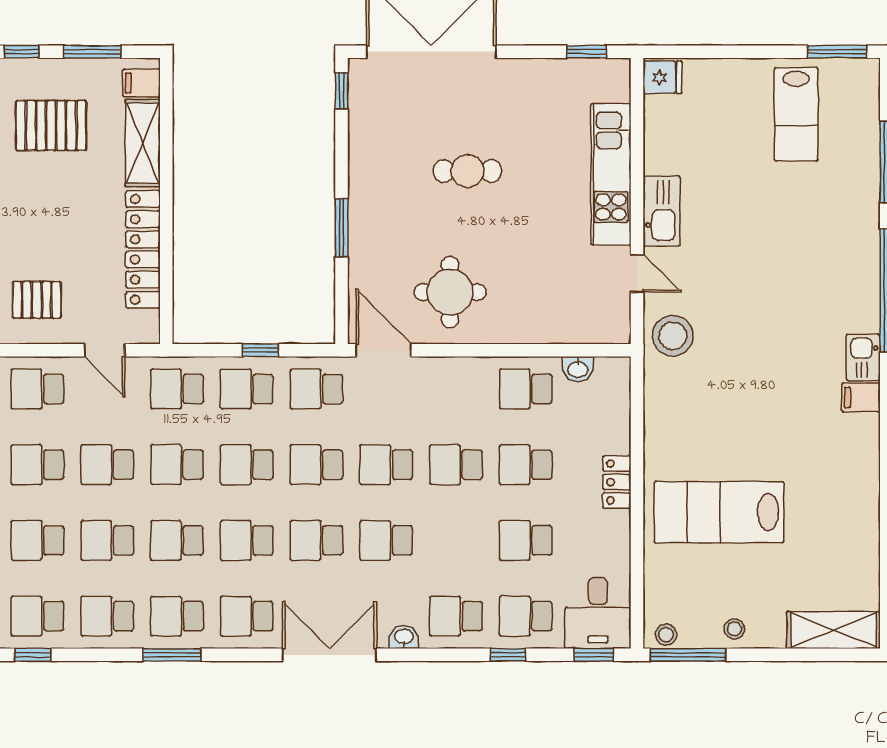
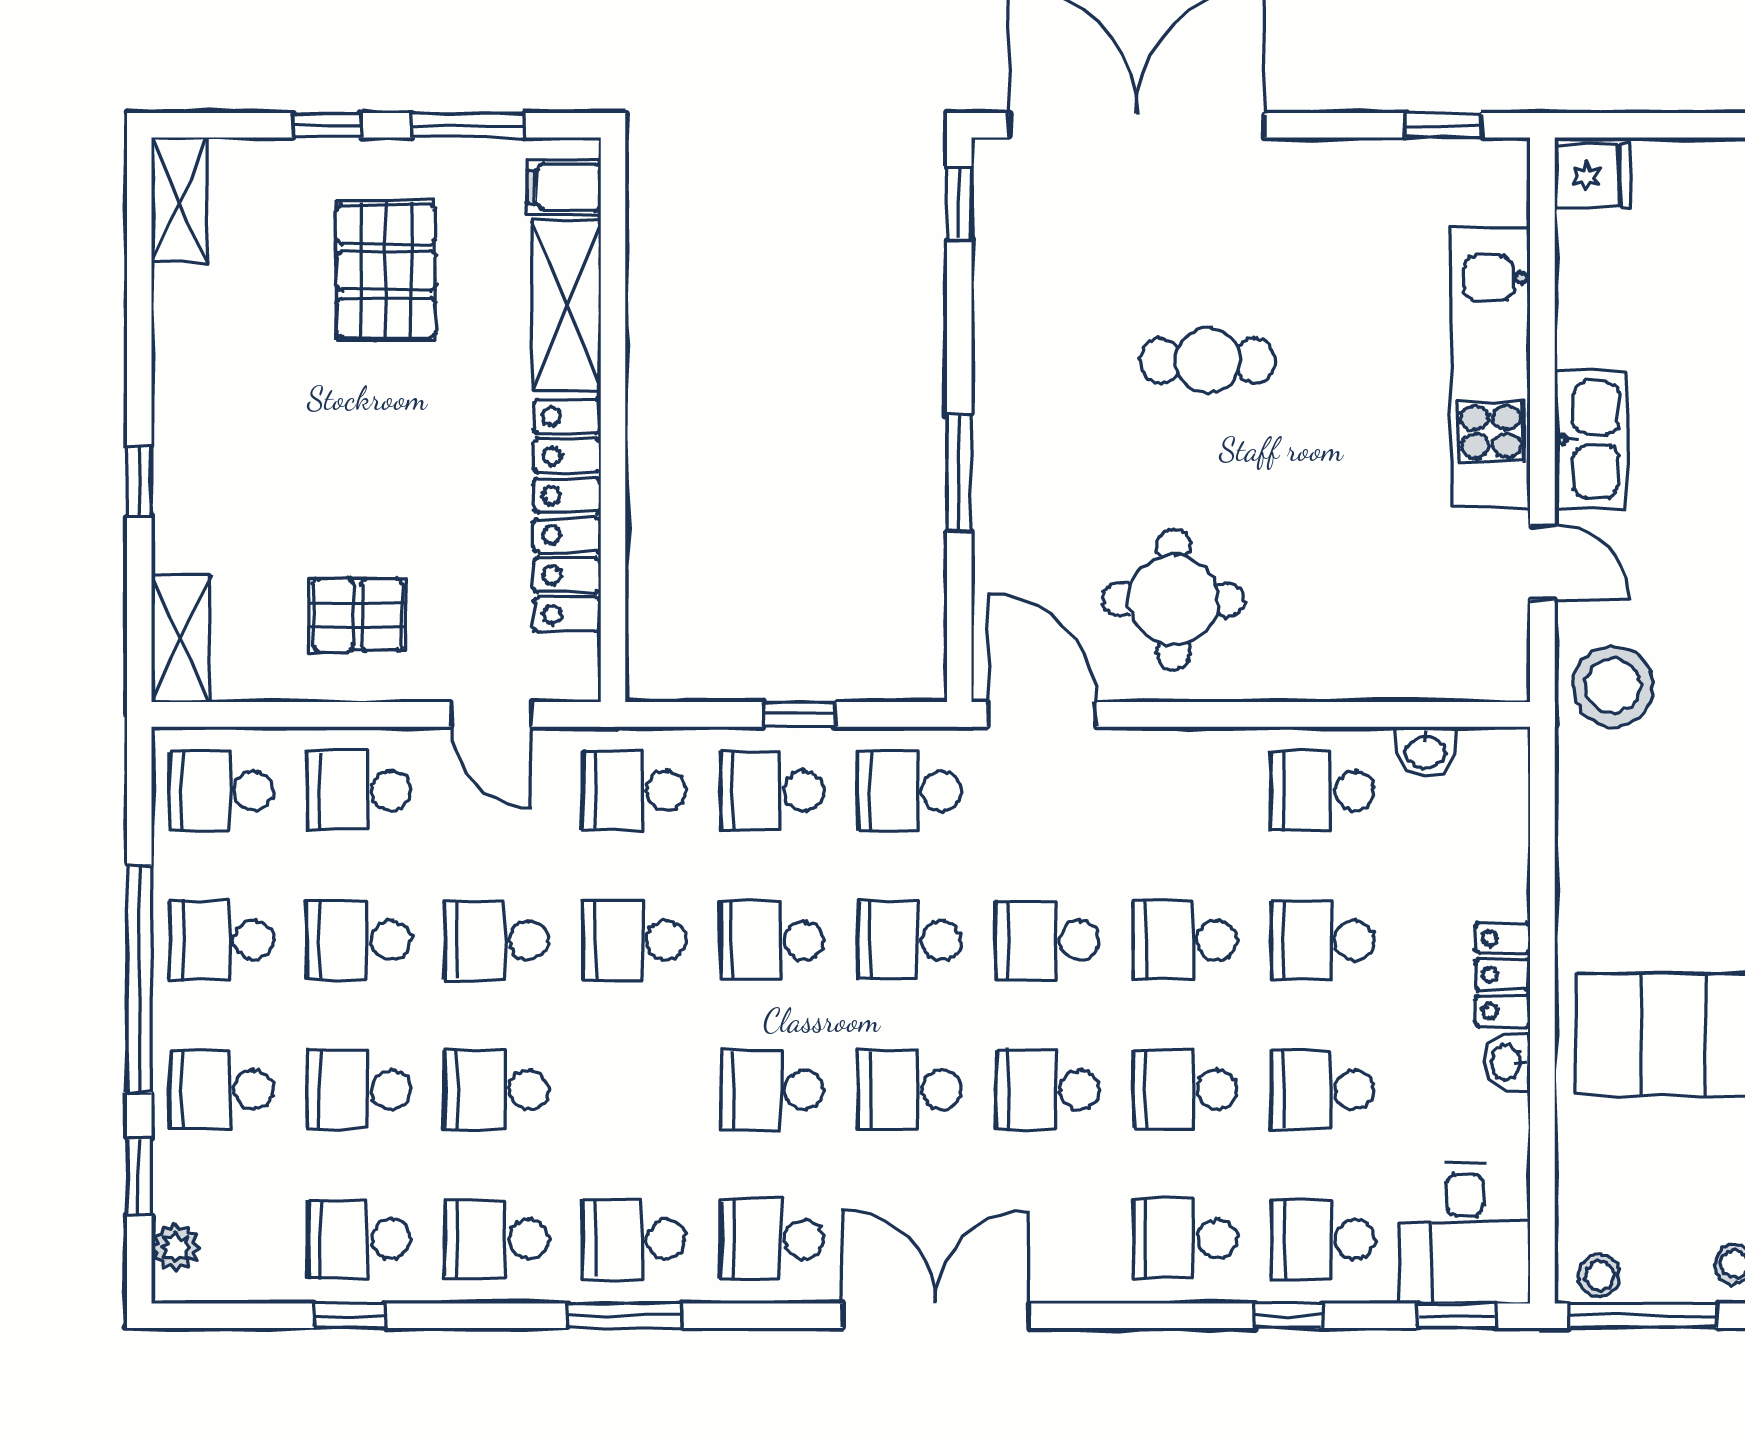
pallet: (51, 125) -> (386, 271), turned 90
school desk: (177, 540) -> (1185, 1090), moved
washbasin: (404, 637) -> (1507, 1062), moved, turned -90

